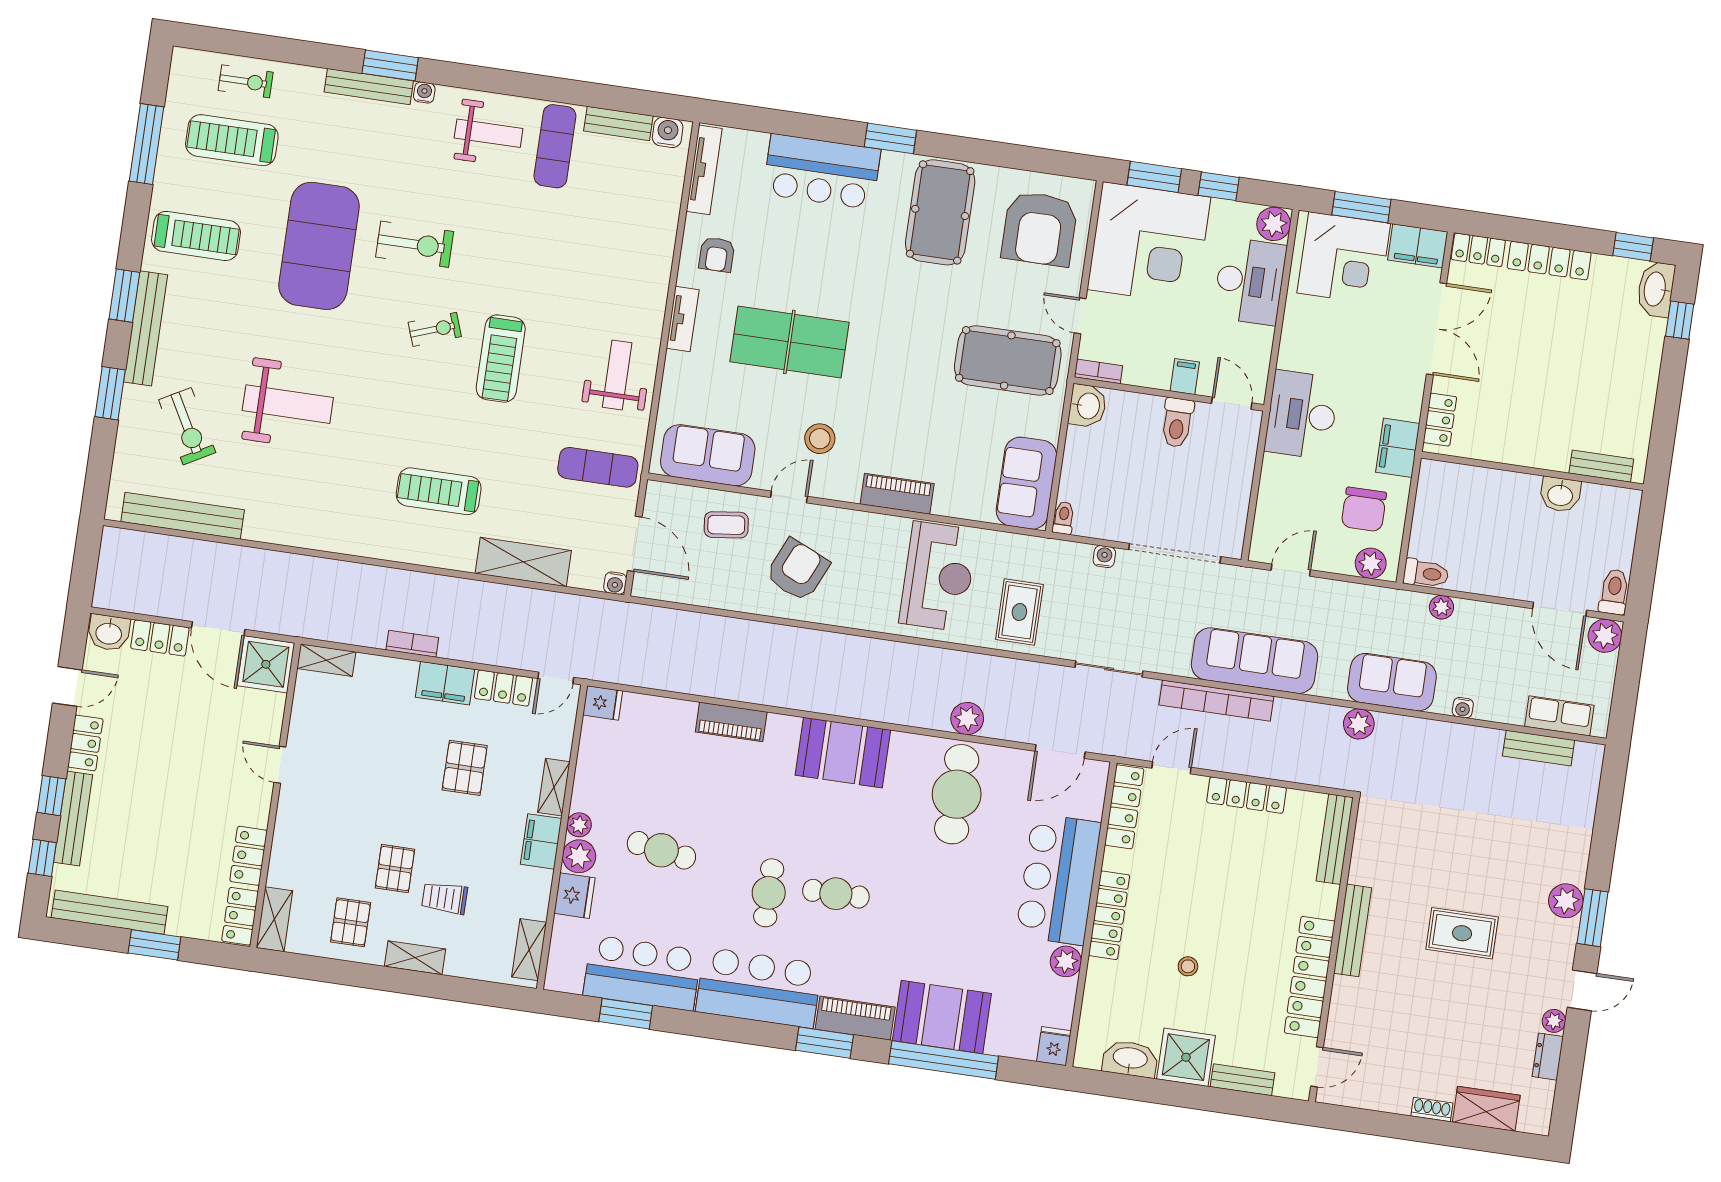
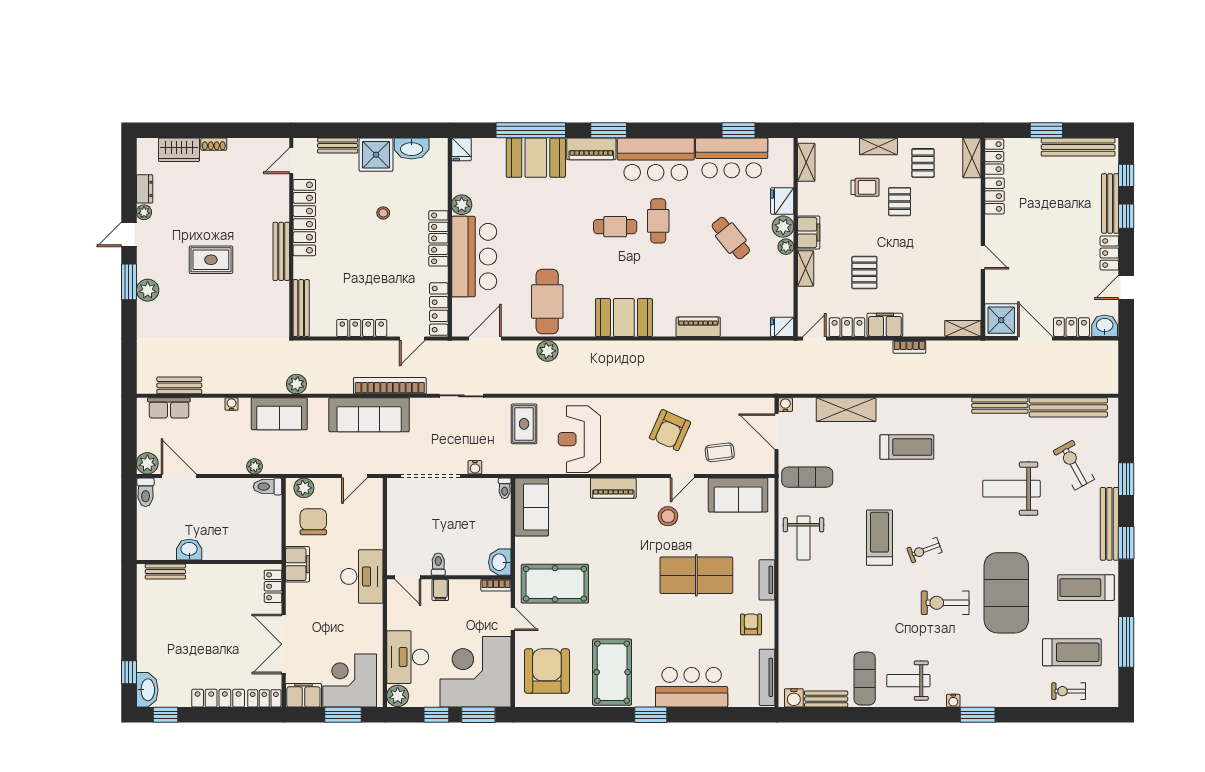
bench: (369, 86) -> (1000, 406), moved
toilet: (1177, 423) -> (438, 564), width x0.73, depth x0.72
cafe table: (661, 850) -> (731, 238), turned 42

